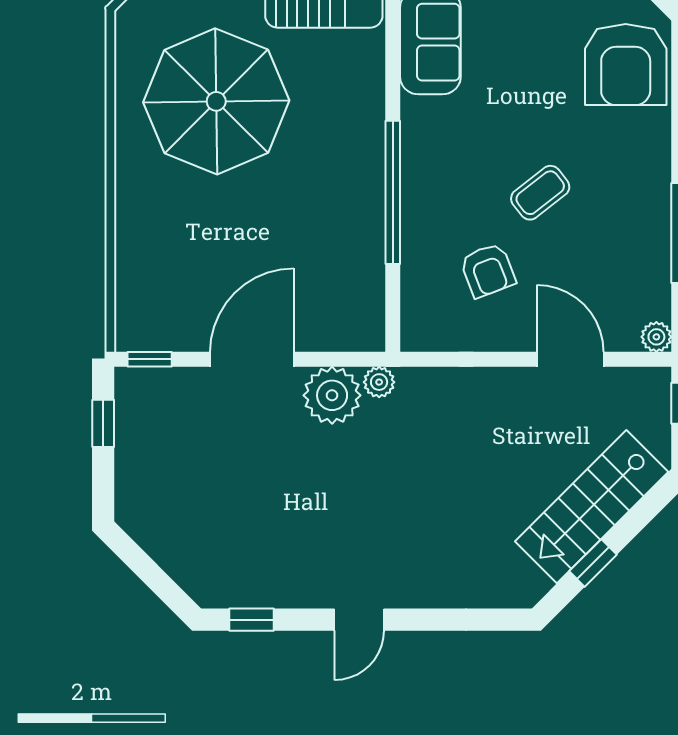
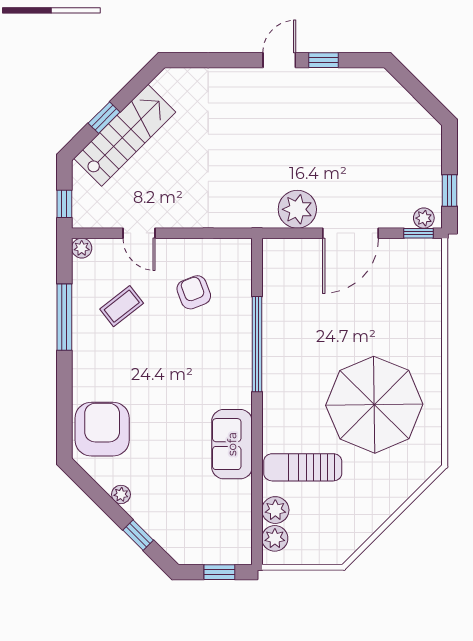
coffee table: (540, 193) -> (122, 306), moved
door: (570, 359) -> (139, 233), width x0.73
plant: (379, 382) -> (424, 218), moved
window: (593, 563) -> (104, 118), moved
window: (251, 620) -> (324, 60), moved

